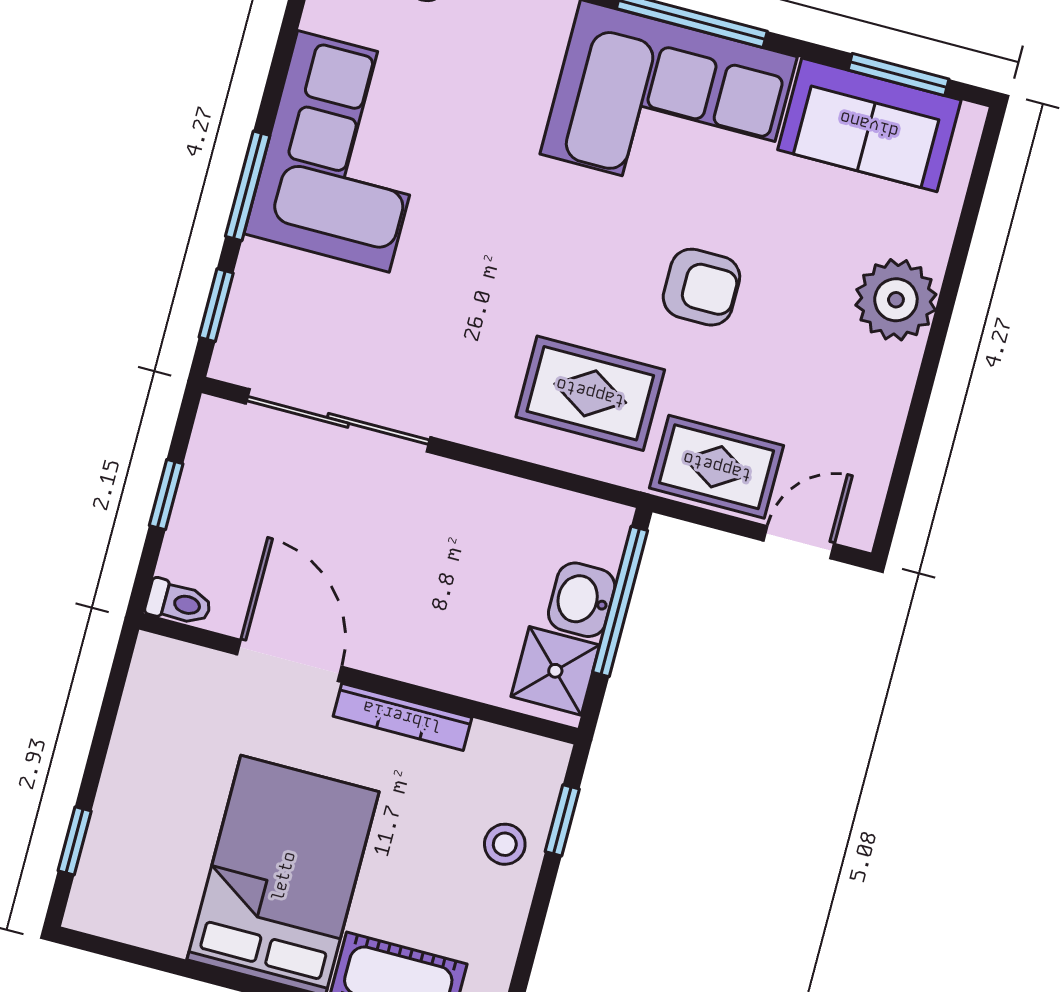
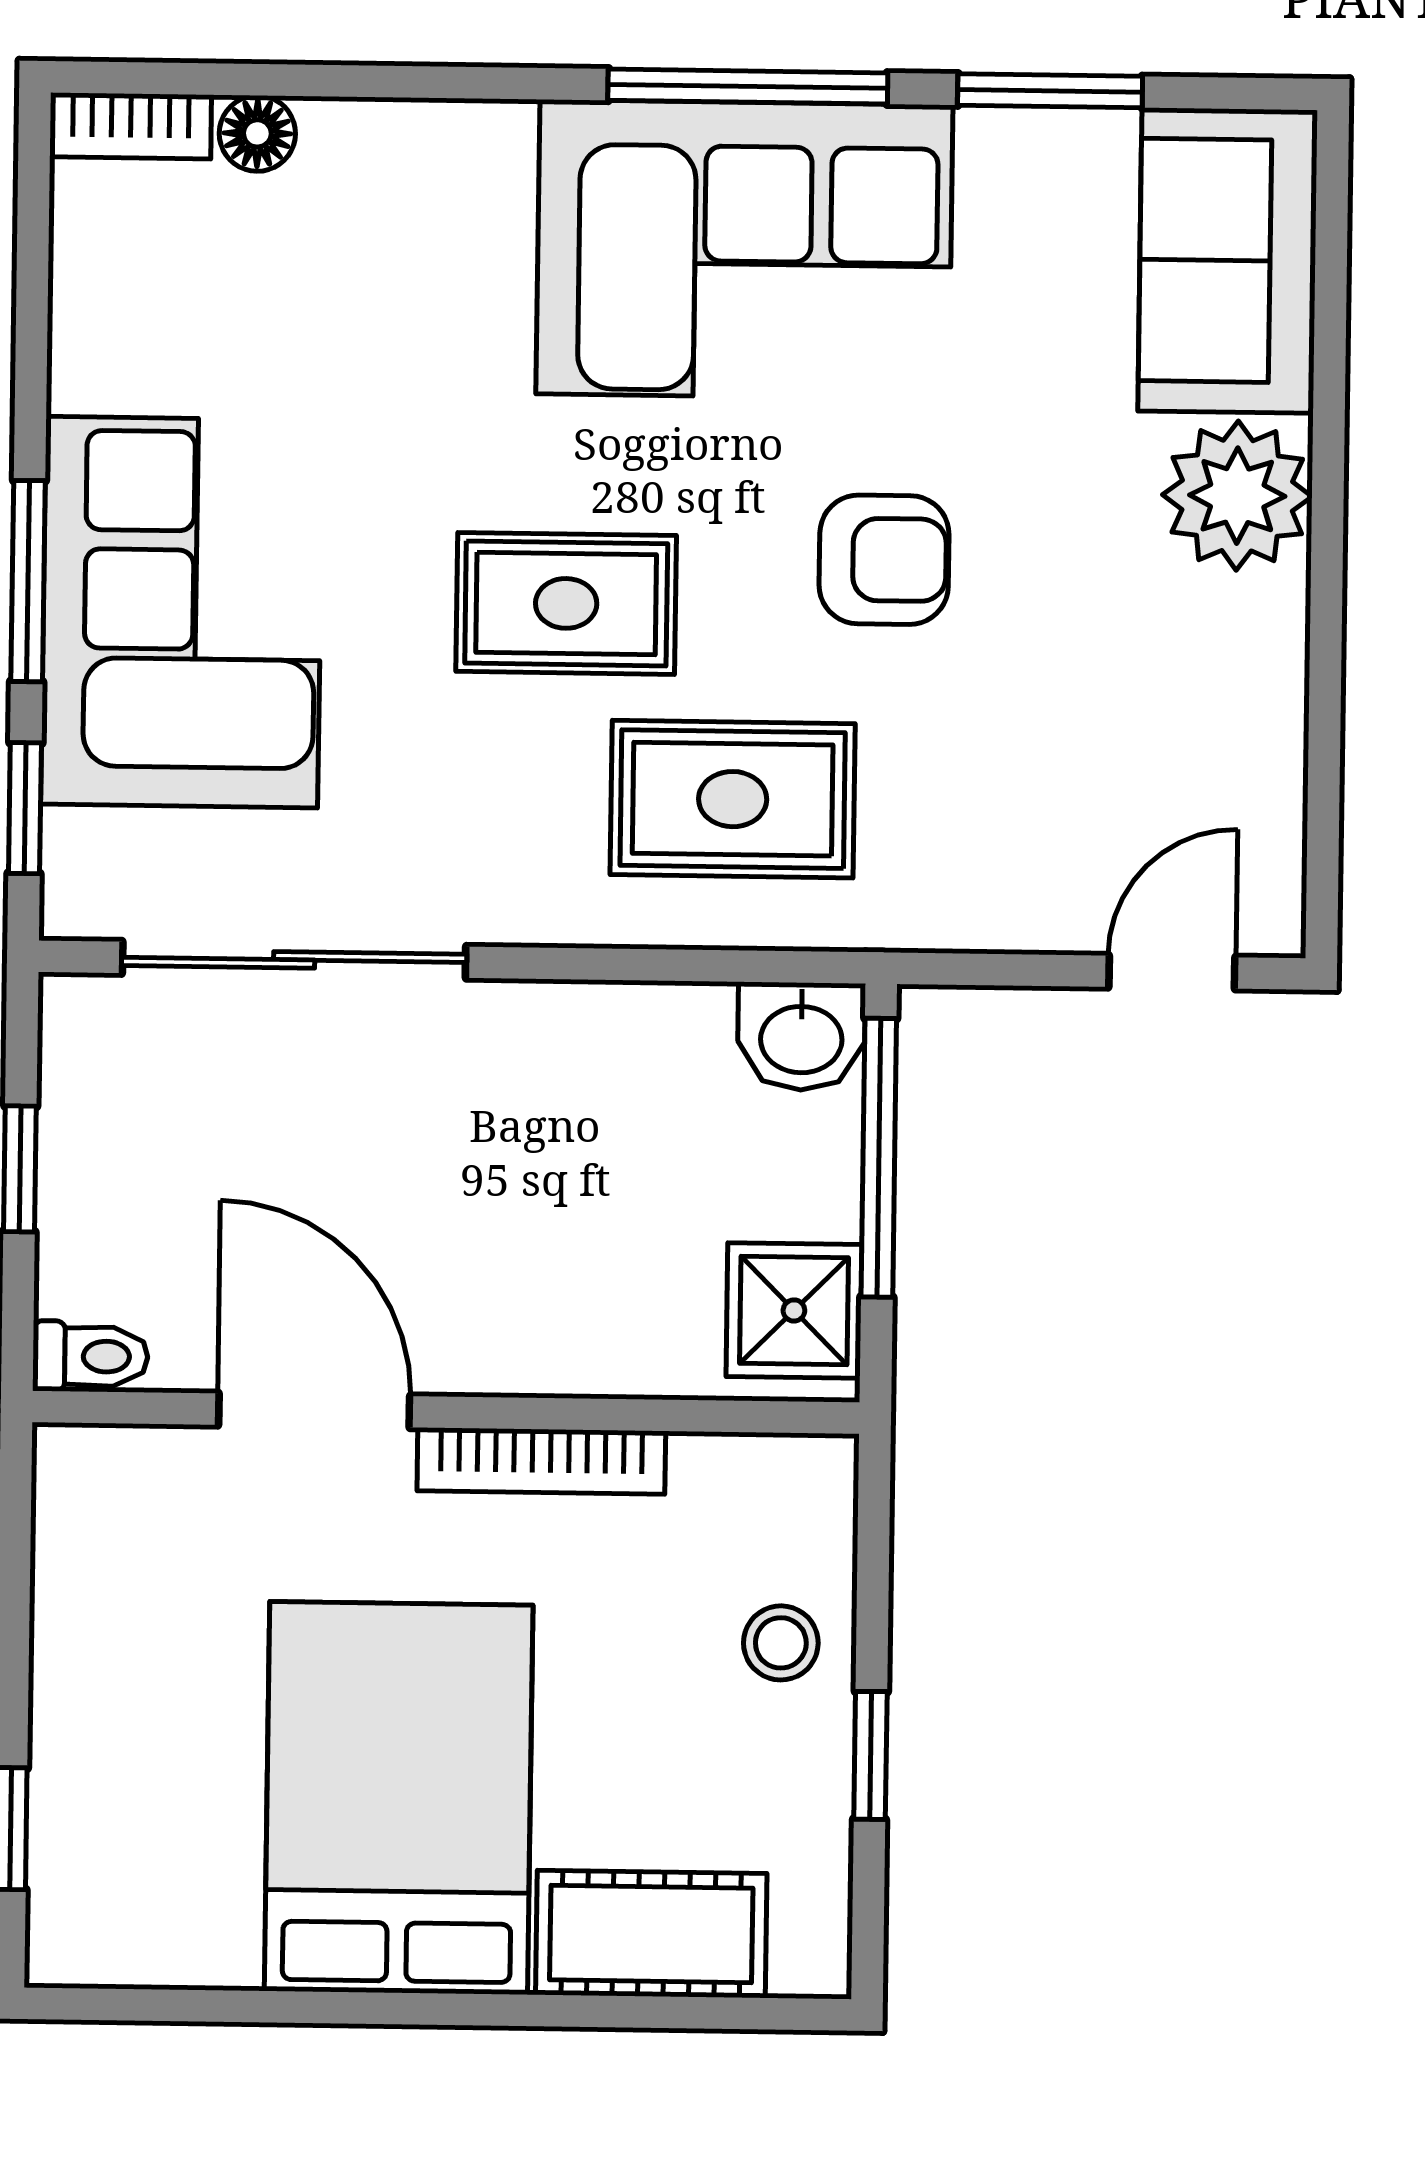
window: (899, 74) -> (1050, 91), moved
sofa: (869, 125) -> (1228, 261), moved, turned 90
corner sofa: (343, 151) -> (182, 612), moved
rug: (717, 467) -> (566, 603), moved
washbasin: (582, 600) -> (801, 1036), moved, turned -90
window: (562, 820) -> (870, 1755), moved

